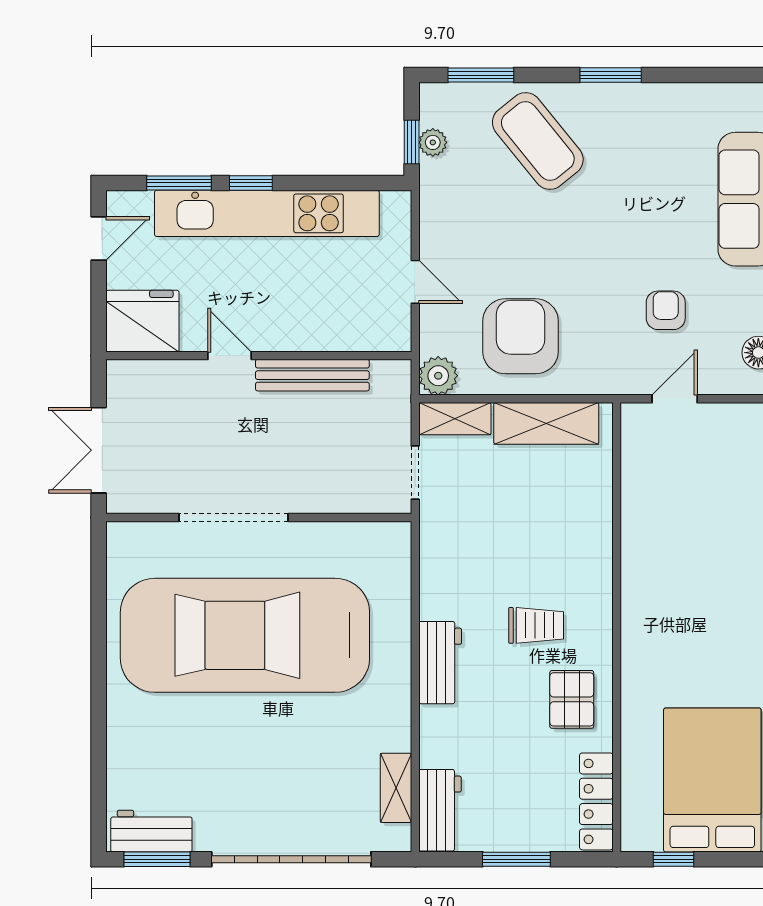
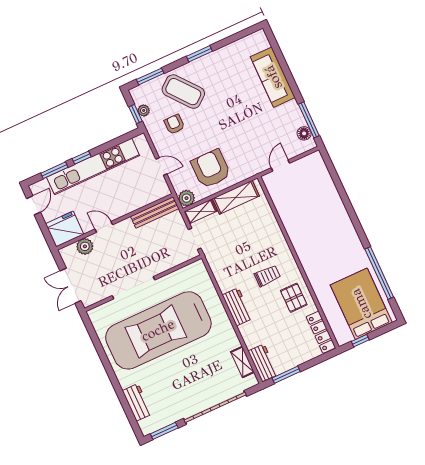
armchair: (666, 310) -> (174, 124), moved
bench: (312, 375) -> (155, 212), moved
plant: (169, 379) -> (85, 246), added
workbench: (151, 831) -> (137, 402), moved, turned 90
window: (516, 859) -> (286, 375), moved

